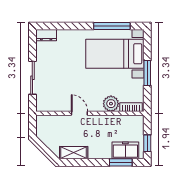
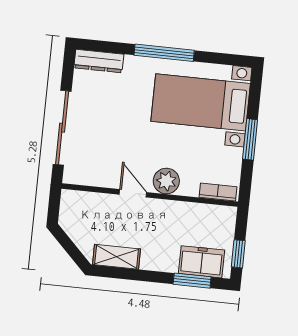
window: (112, 26) -> (164, 53), moved
dresser: (46, 35) -> (99, 61), width x1.44
sliding door: (32, 78) -> (62, 128), width x1.37
plant: (111, 104) -> (166, 181), moved

